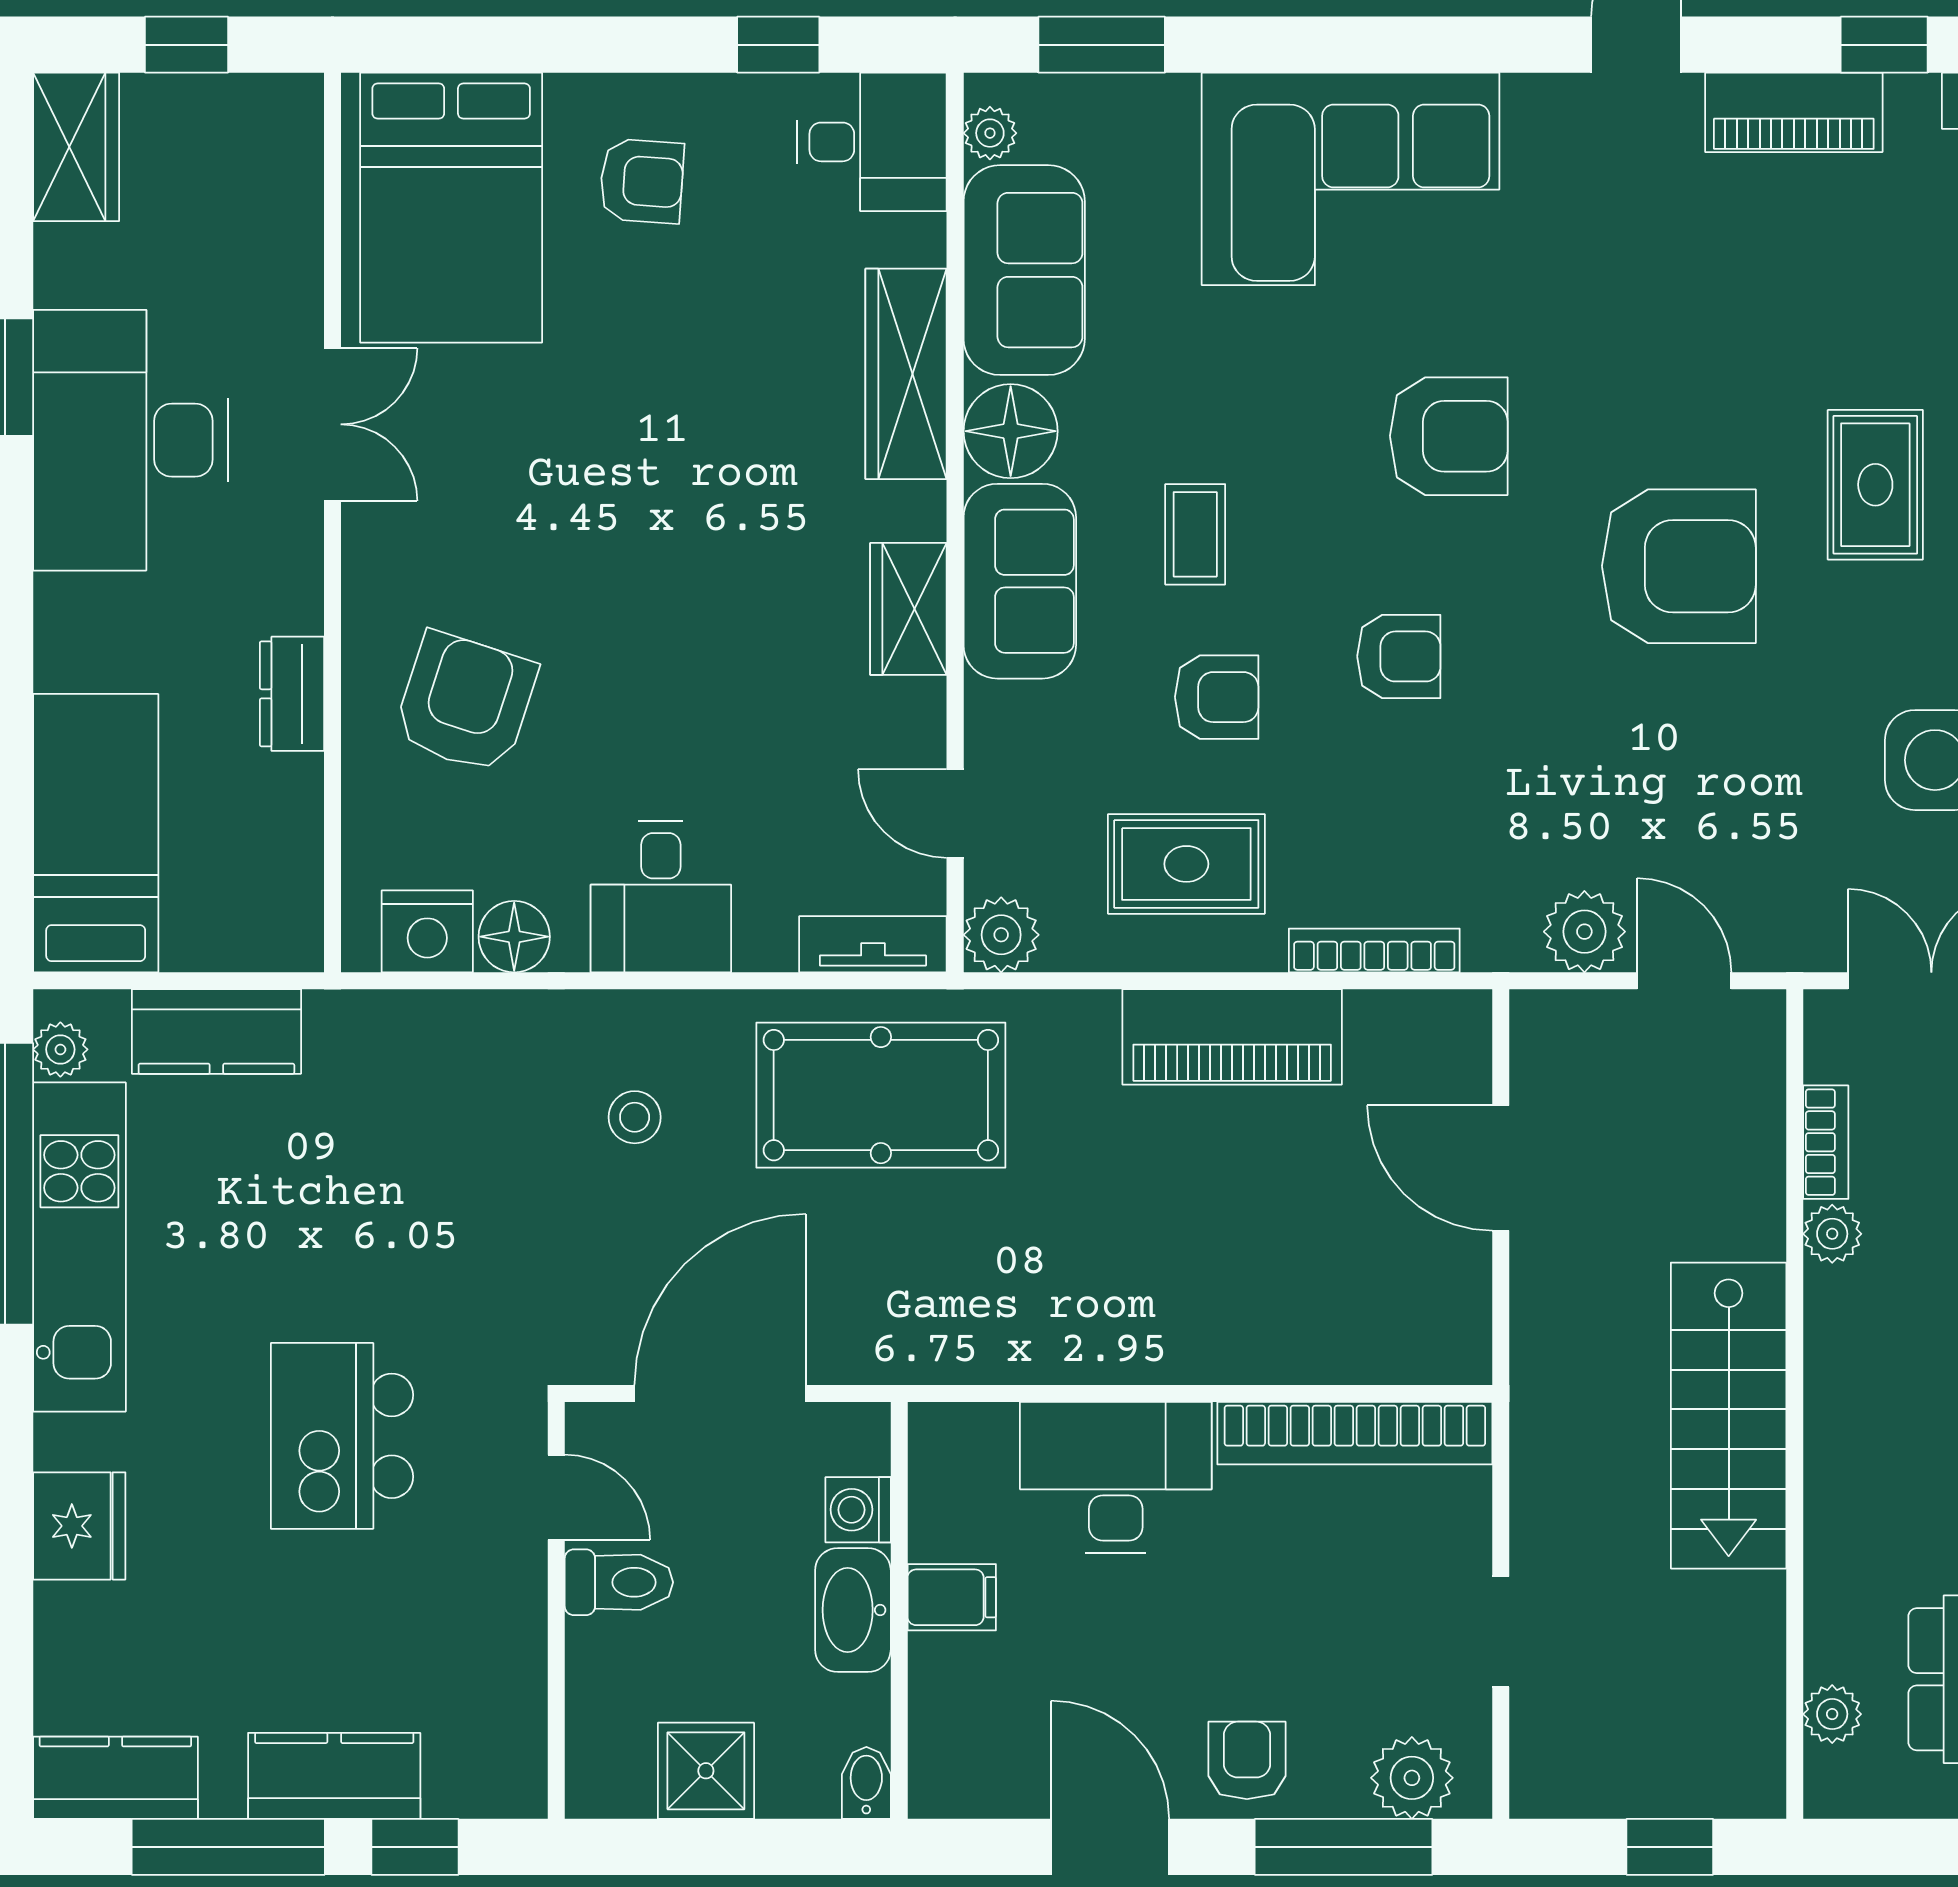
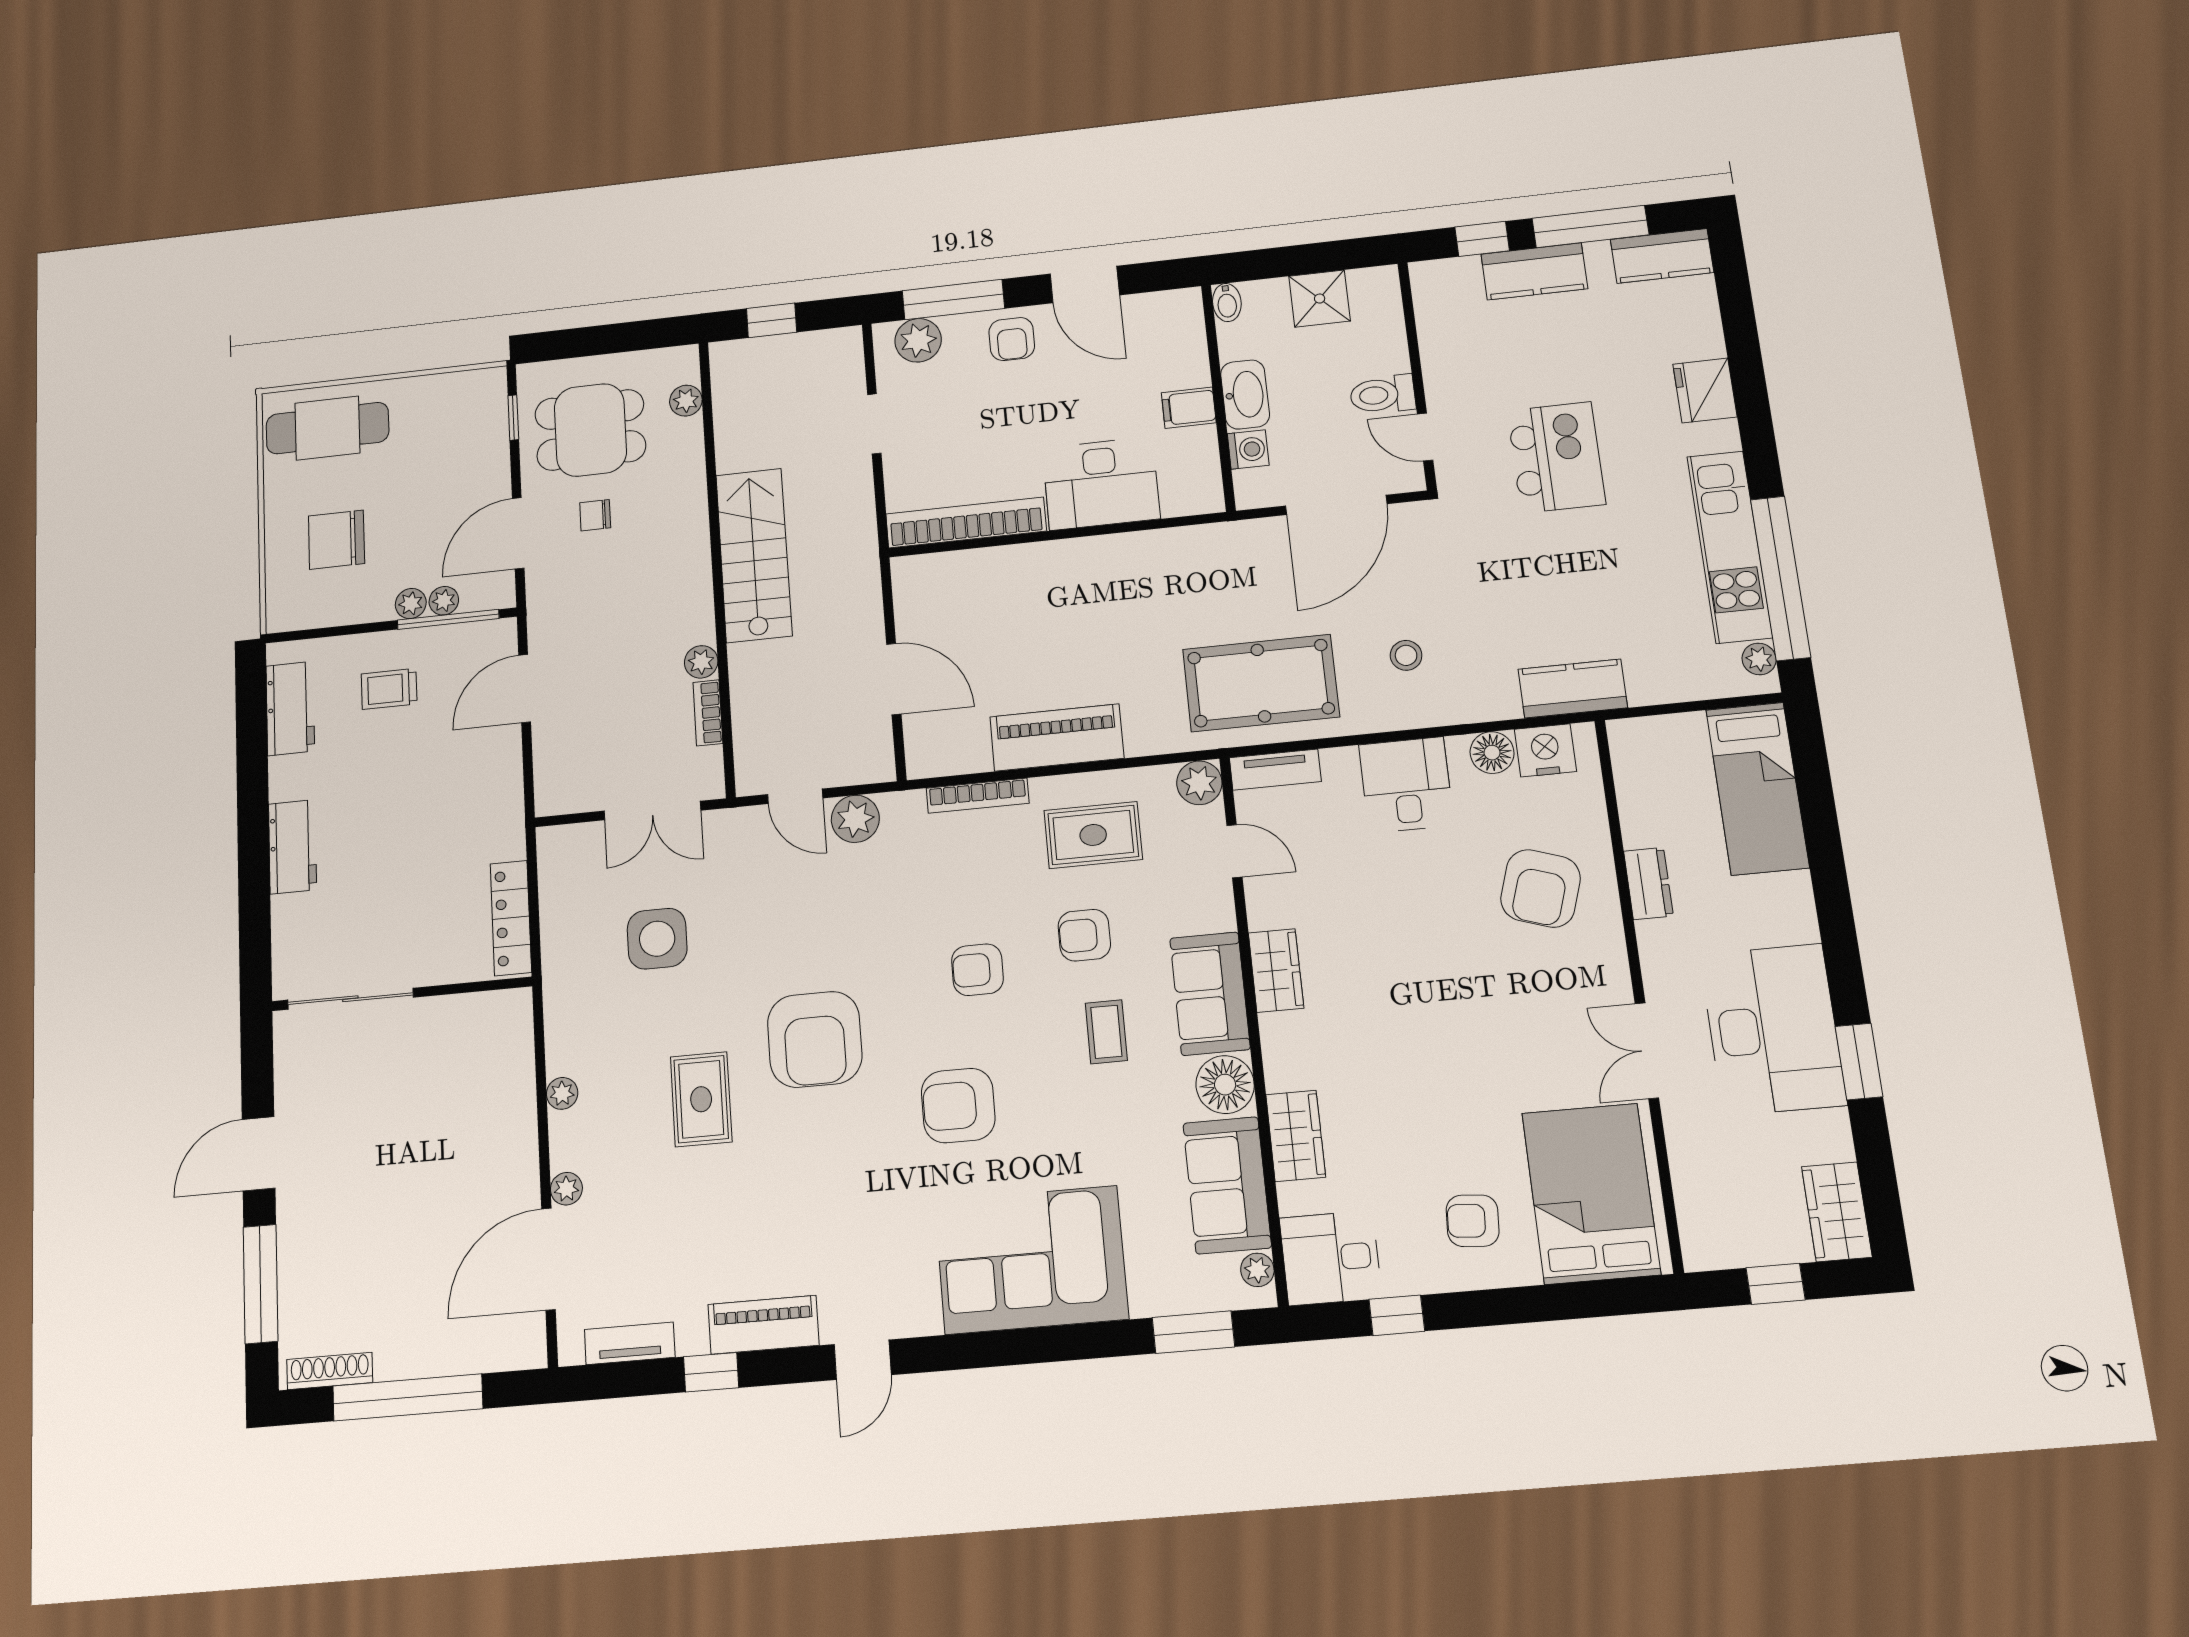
wardrobe: (906, 374) -> (1296, 1136), width x0.67
armchair: (1679, 566) -> (815, 1039), turned -90
kitchen counter: (216, 1031) -> (1573, 688), moved

